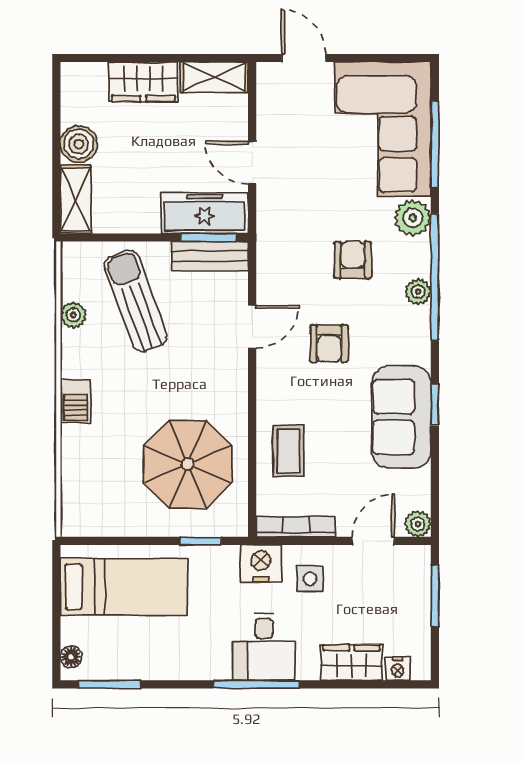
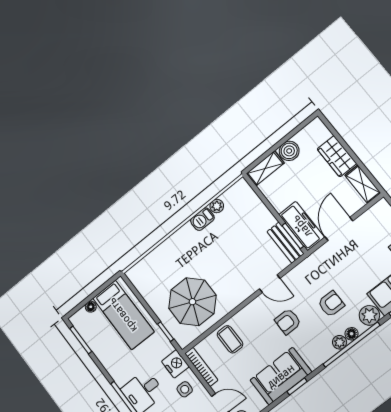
door: (252, 162) -> (339, 229), width x1.38
floor lamp: (419, 264) -> (352, 334), added
sun lounger: (136, 301) -> (242, 227), removed
barbecue: (76, 401) -> (202, 219), moved
coffee table: (288, 451) -> (230, 339), turned 90
floor lamp: (71, 657) -> (91, 307), moved

